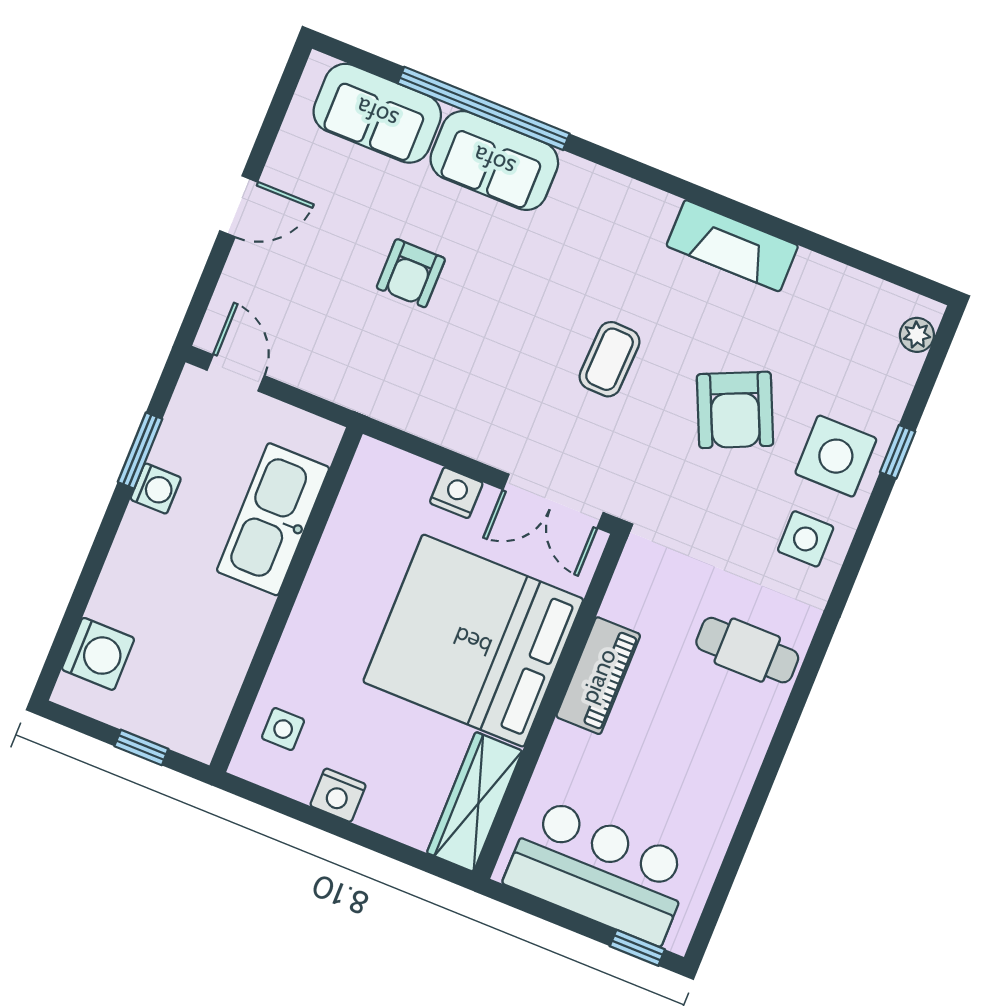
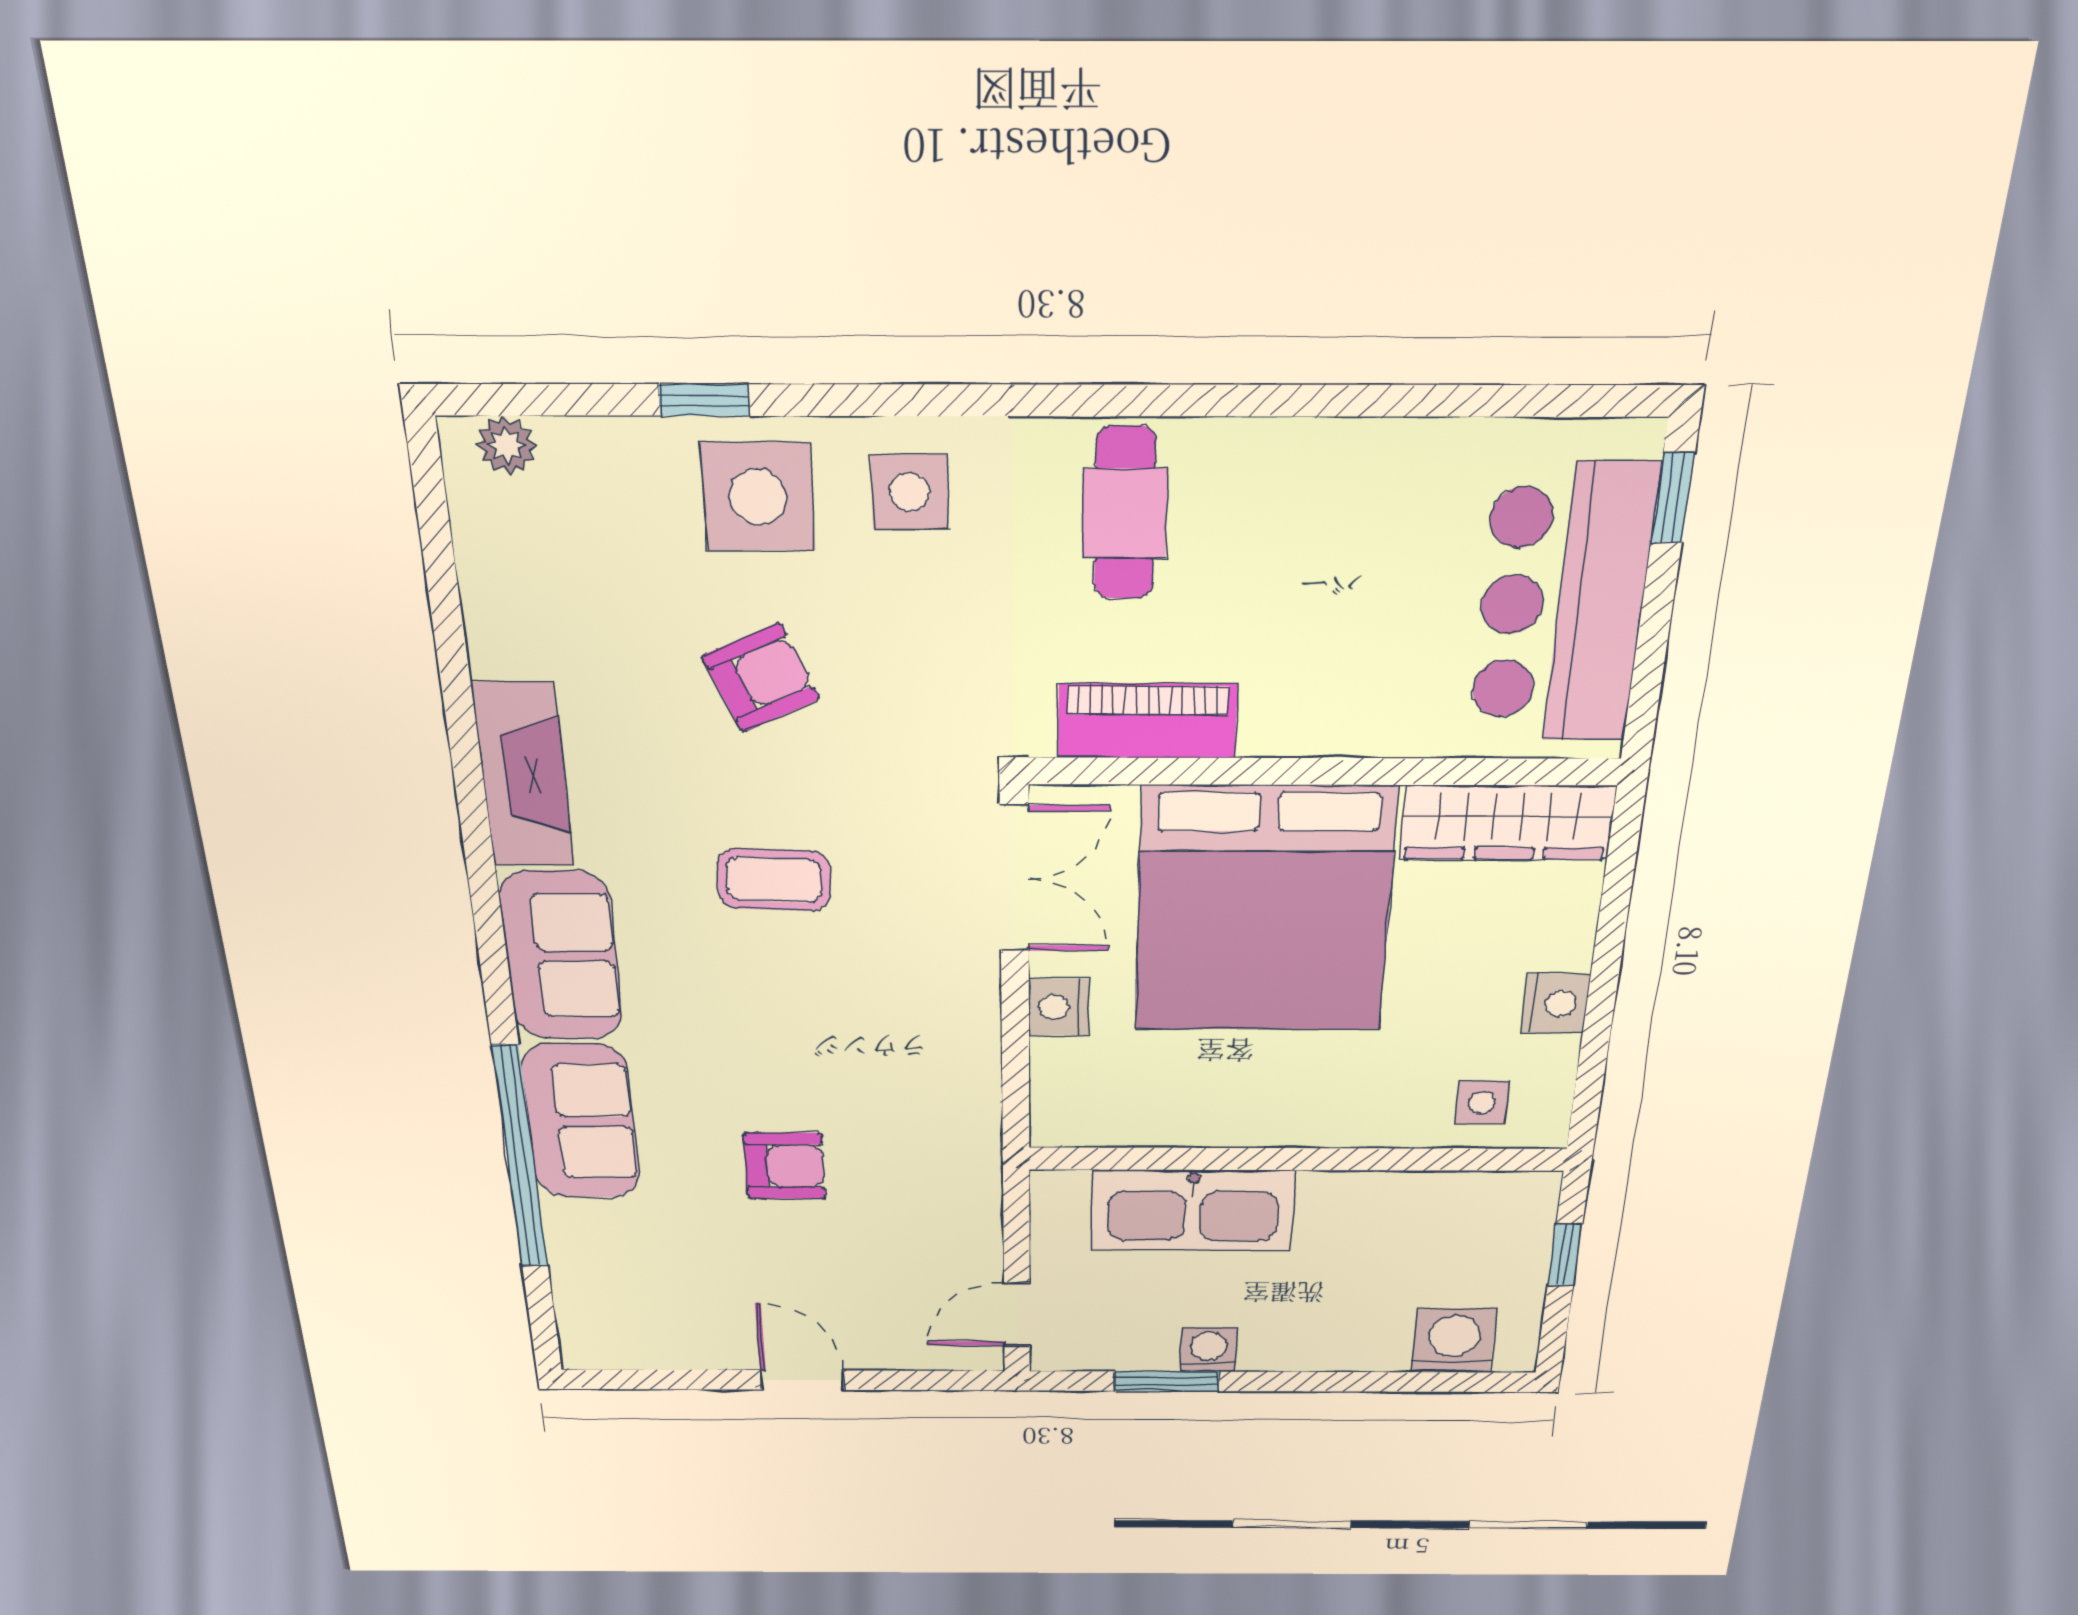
sofa: (377, 113) -> (561, 956), moved
armchair: (735, 410) -> (761, 678), width x0.72, depth x0.72
piano: (598, 676) -> (1147, 721), moved

